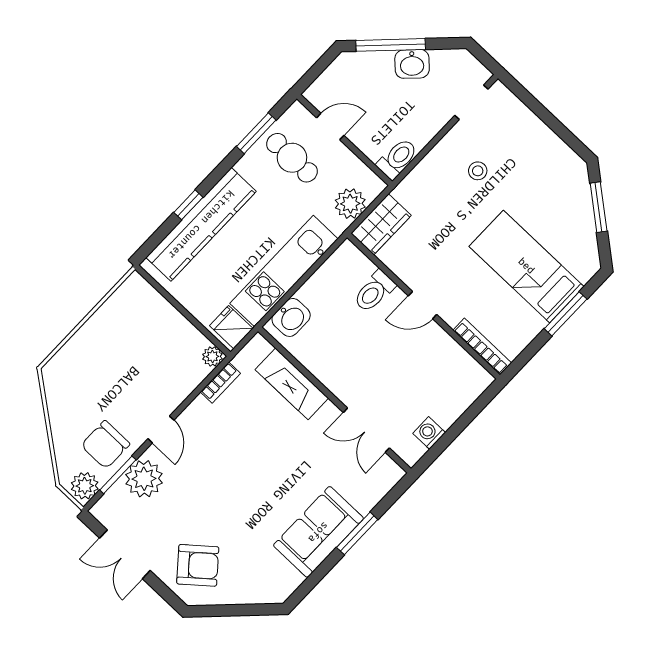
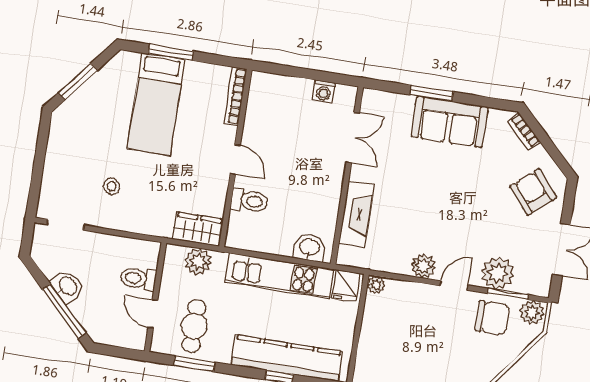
toilet: (397, 159) -> (138, 279), moved
bookcase: (220, 383) -> (524, 131), moved, turned -135
plant: (199, 413) -> (423, 266), added

